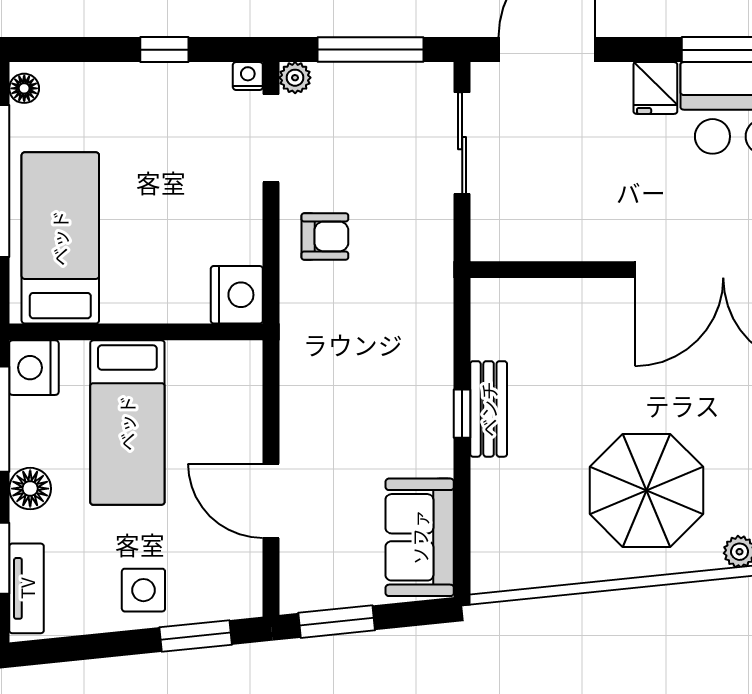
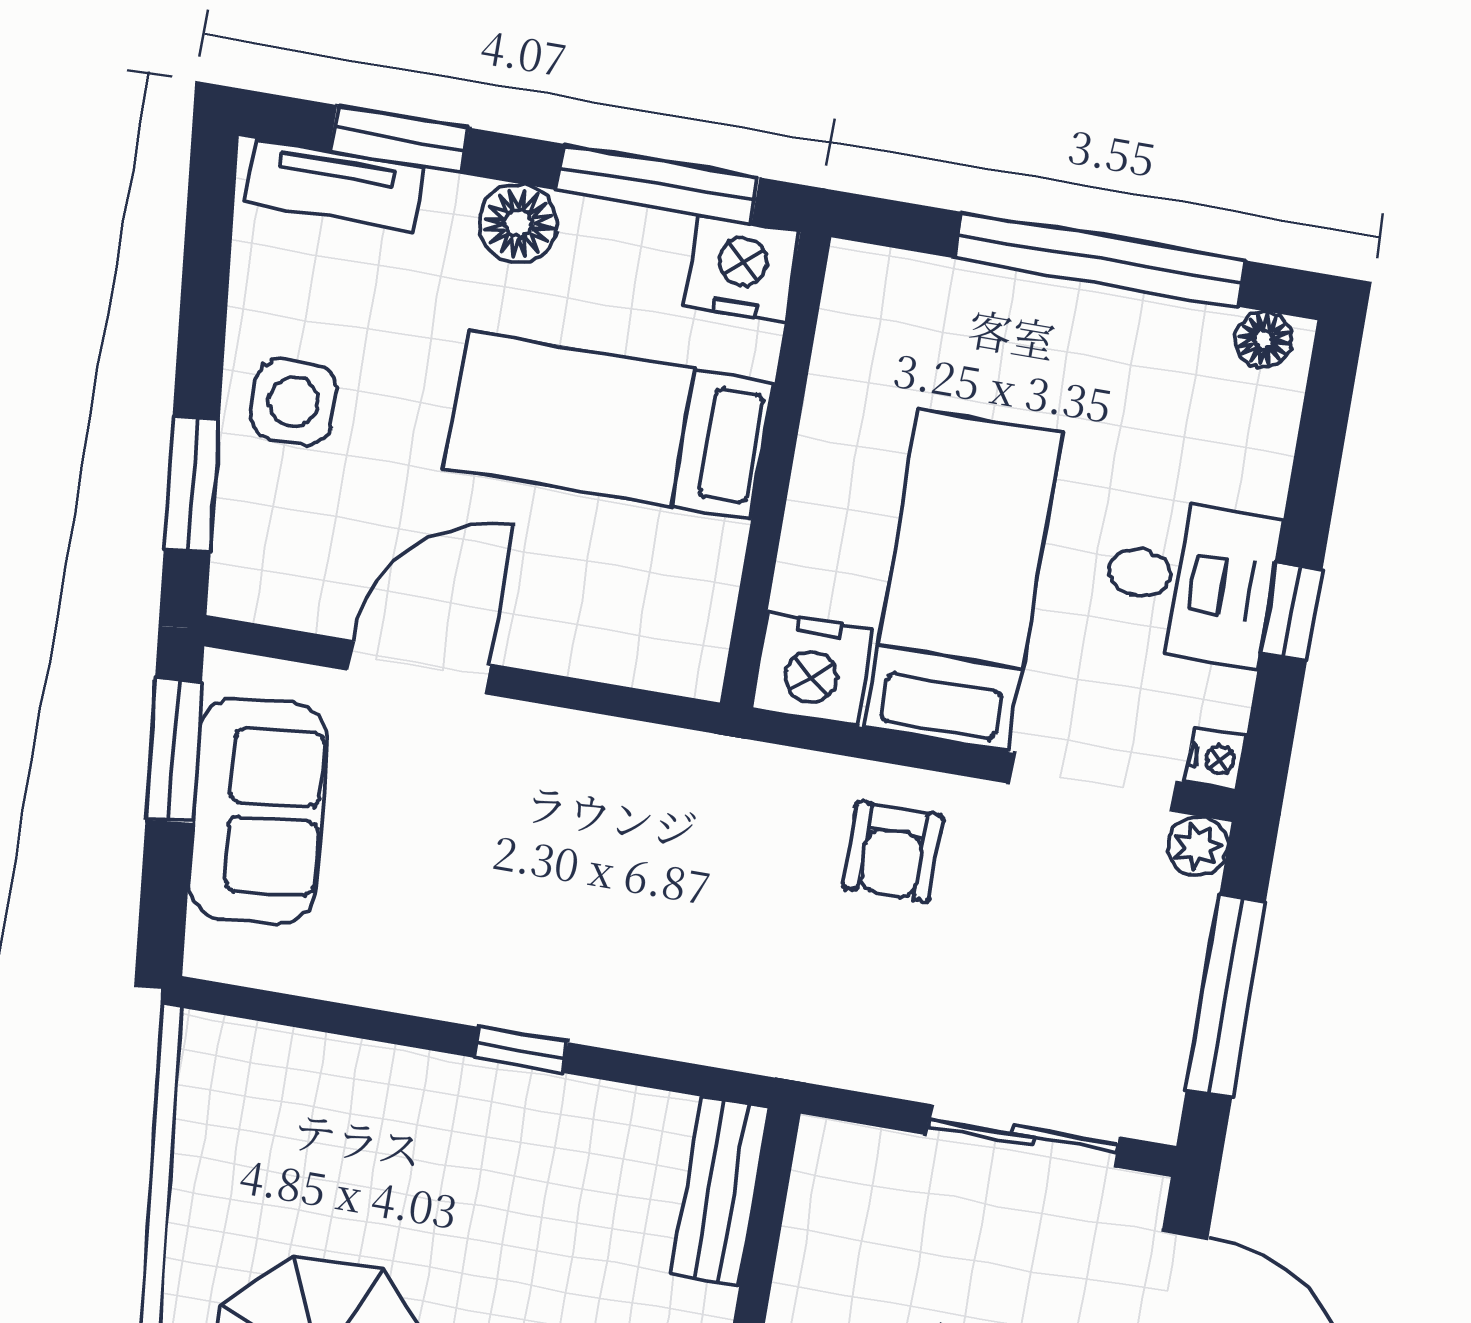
desk: (157, 105) -> (1190, 581), added
bed: (60, 238) -> (963, 580), moved, turned -90
bench: (489, 409) -> (721, 1192), moved, turned 90
sofa: (420, 537) -> (258, 811), moved, turned 84

